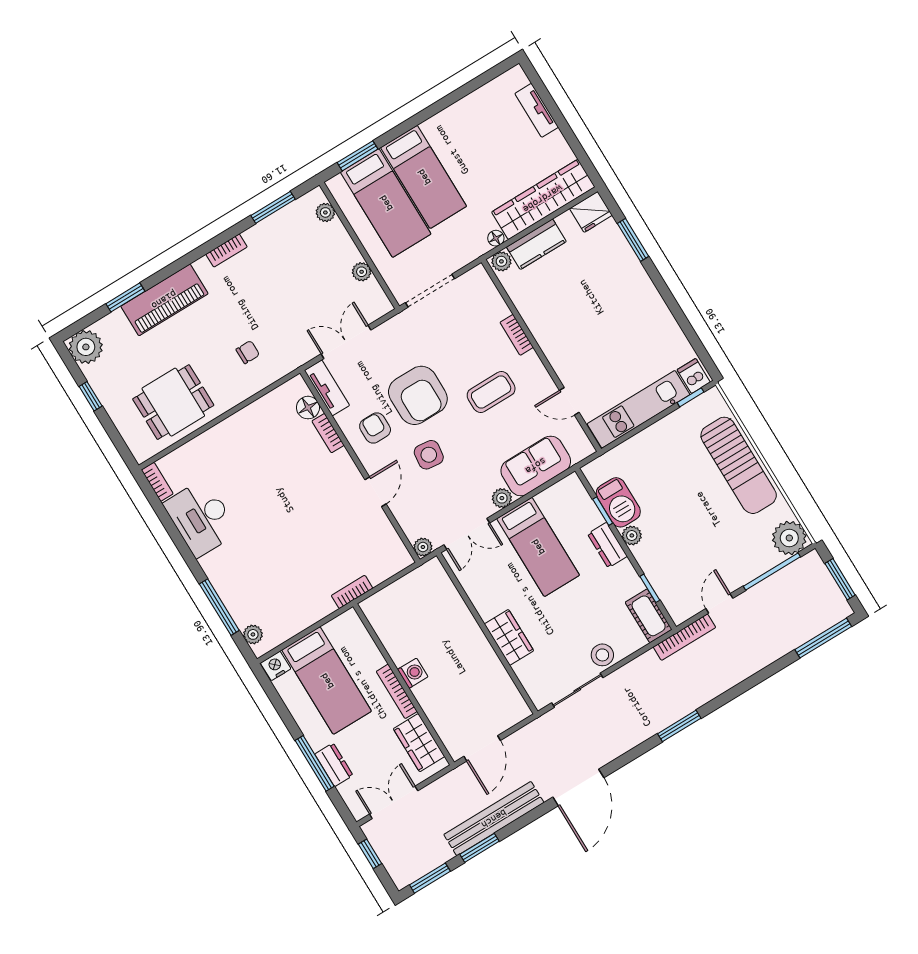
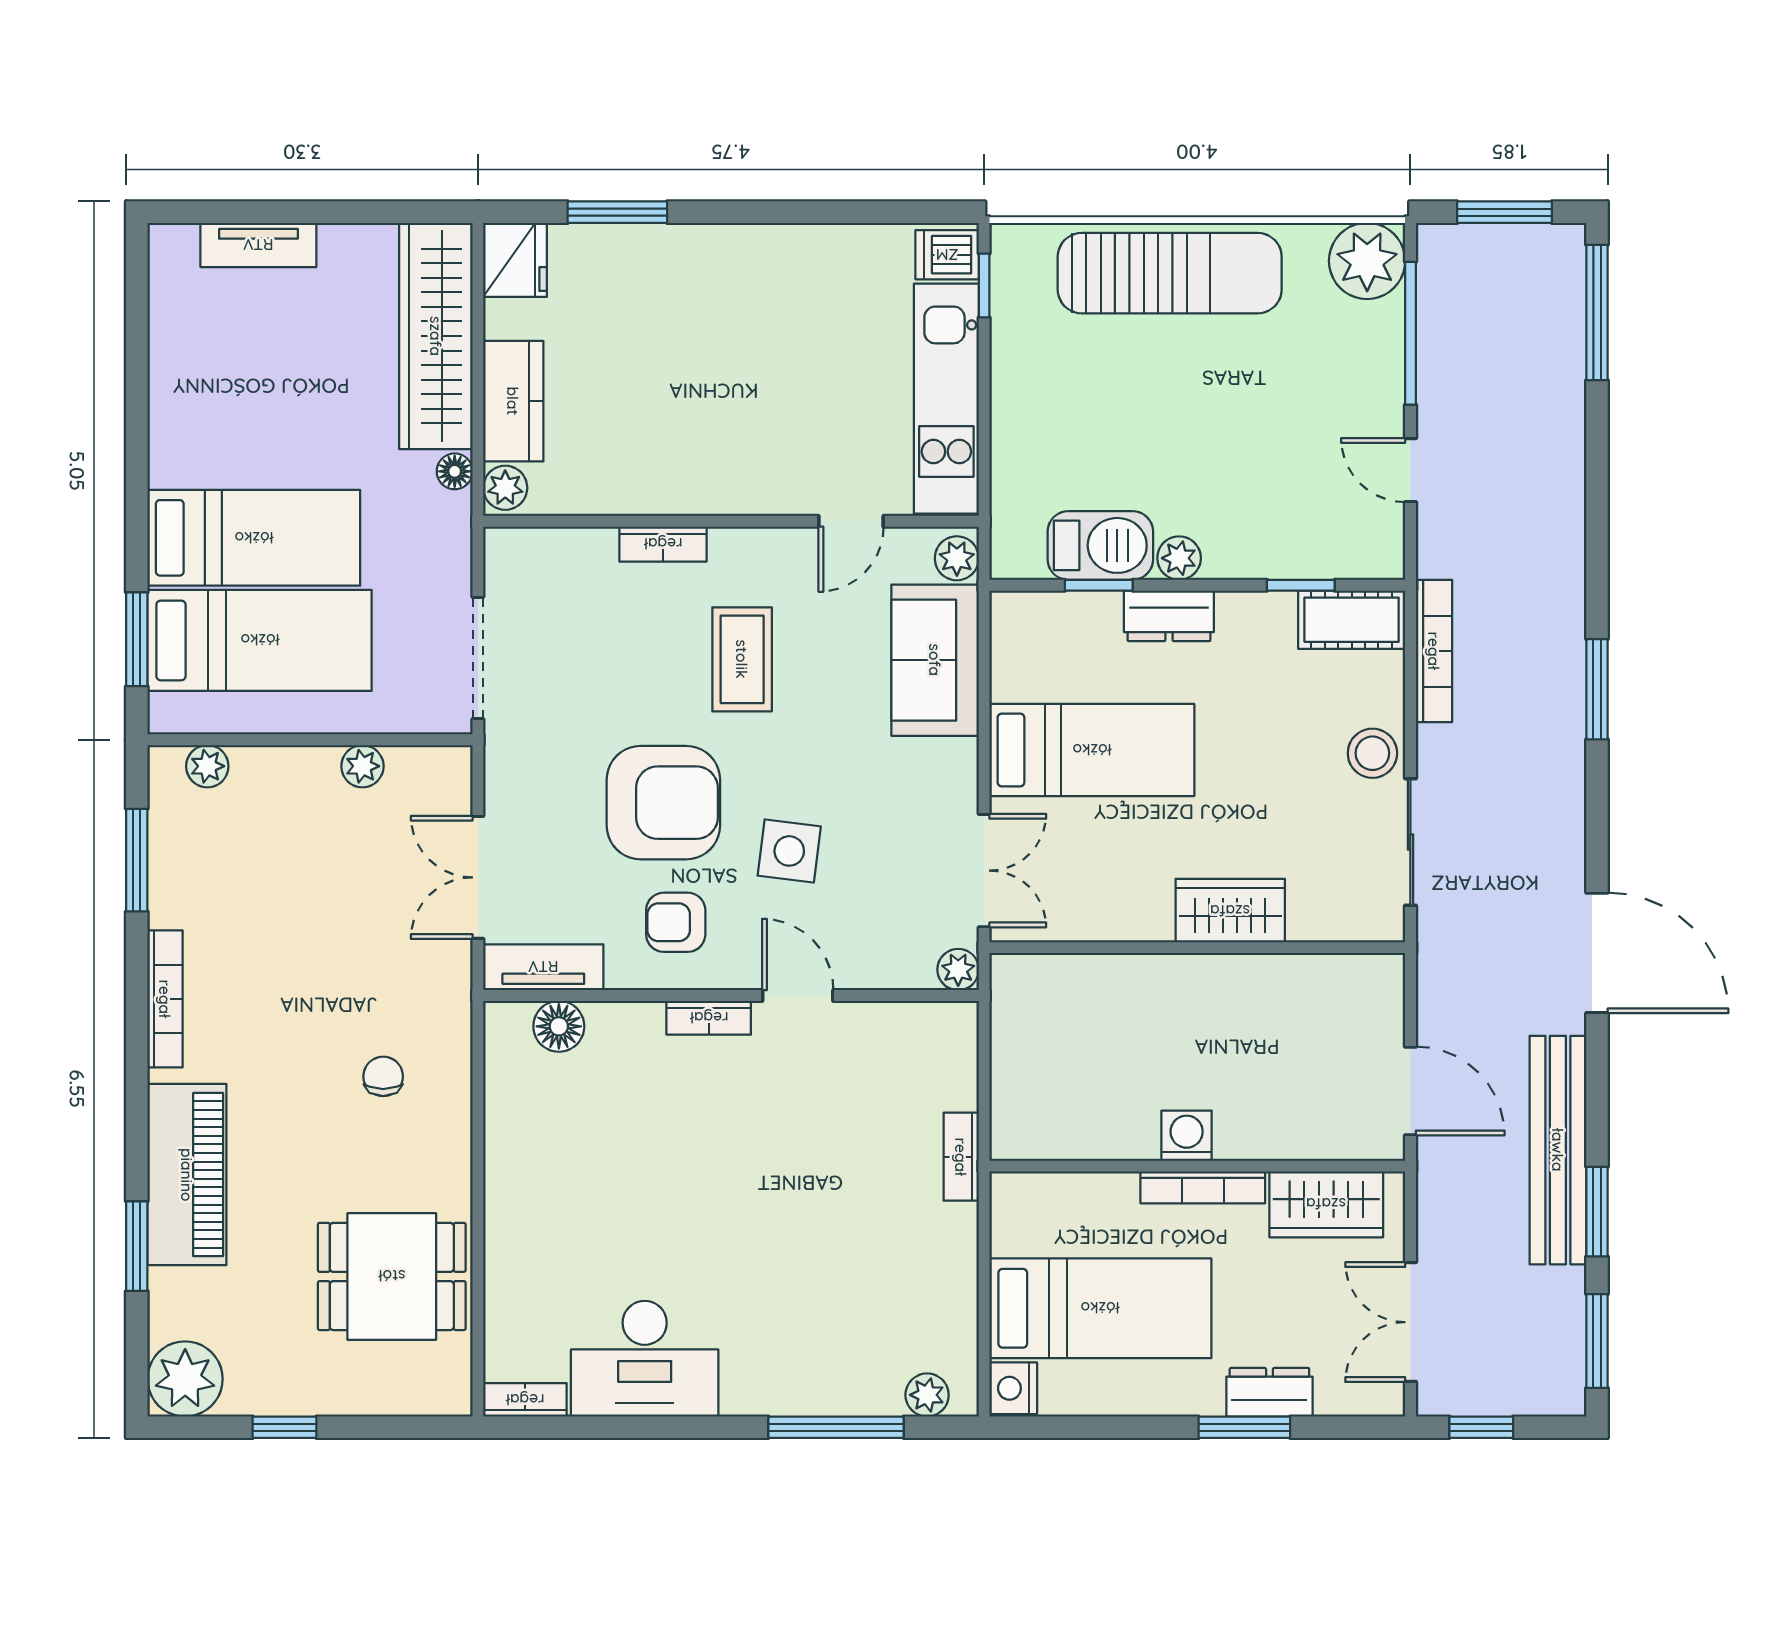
bookcase: (227, 251) -> (165, 999), width x1.56
dining table: (173, 402) -> (392, 1276), turned 90
bookcase: (328, 433) -> (709, 1018), moved
plant: (502, 498) -> (957, 558), moved
bookcase: (684, 637) -> (1434, 651), moved
window: (315, 763) -> (1244, 1427), width x0.69

